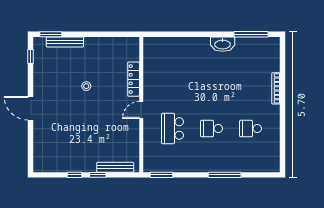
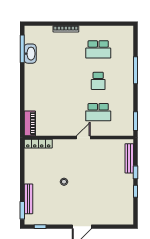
piano: (159, 44) -> (30, 123), added
washbasin: (223, 44) -> (30, 54), moved
locker: (134, 79) -> (38, 144), moved
door: (141, 110) -> (83, 137), swing flipped
school desk: (251, 129) -> (98, 49), width x1.85

